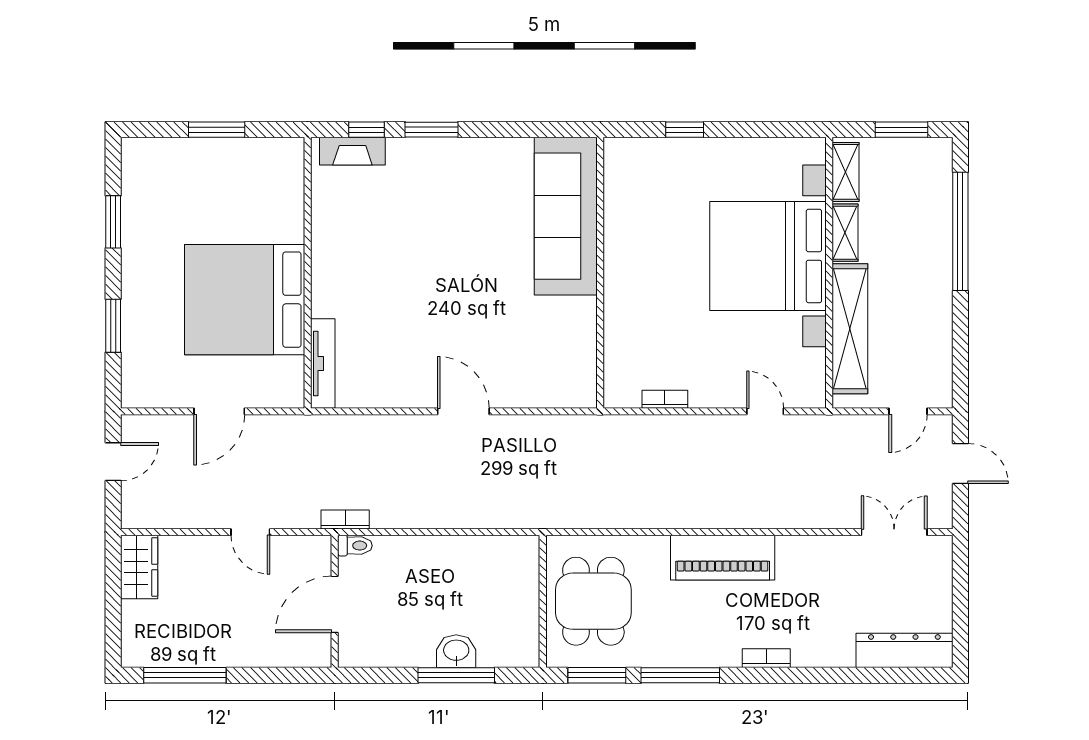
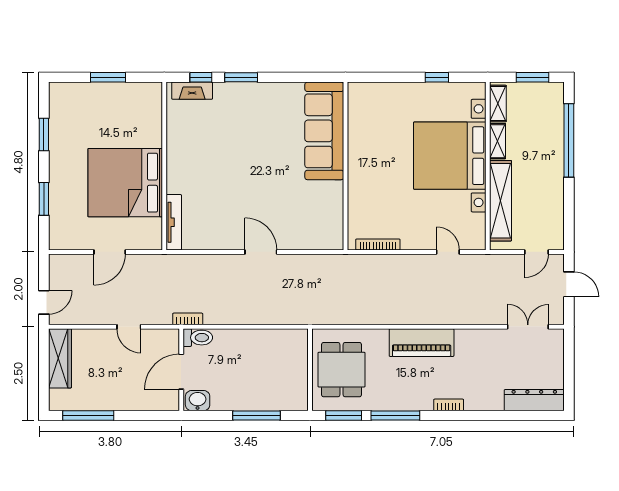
window: (685, 130) -> (437, 77), moved
bookcase: (665, 399) -> (378, 244), width x1.56
door: (113, 462) -> (44, 302), moved
toilet: (355, 546) -> (198, 338), width x1.37, depth x1.39
wardrobe: (139, 567) -> (60, 358), width x1.50
washbasin: (456, 651) -> (198, 401), moved

